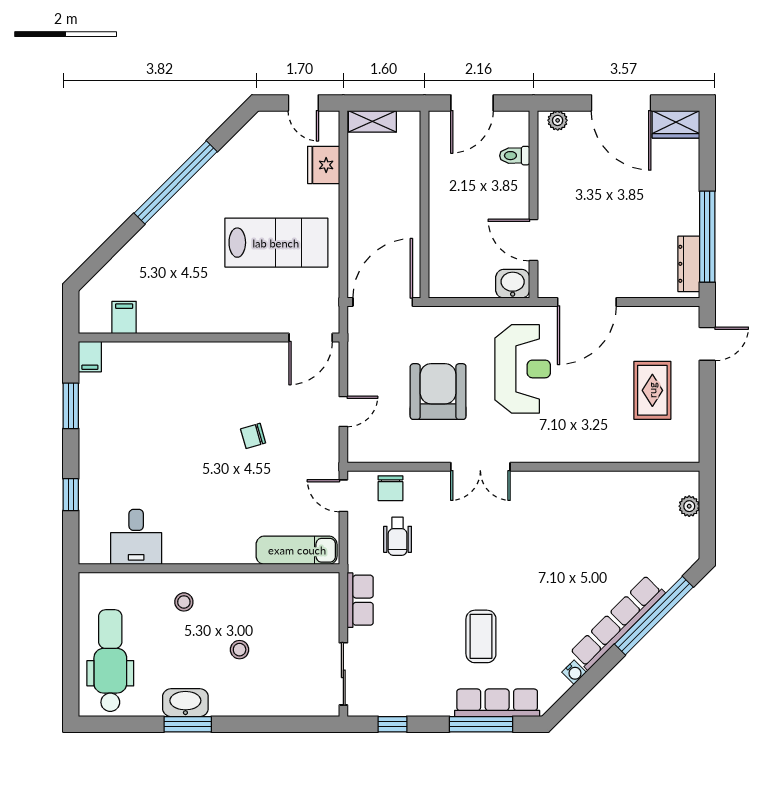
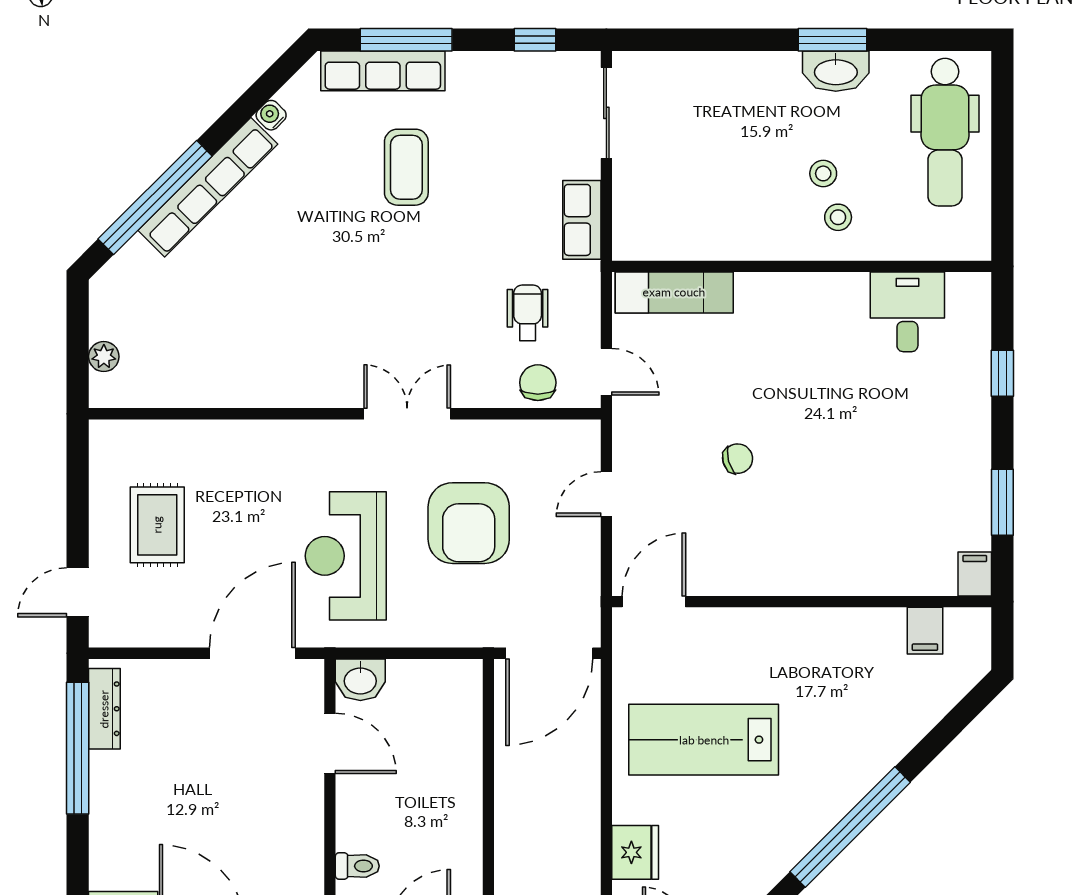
stool: (240, 650) -> (823, 173), moved

